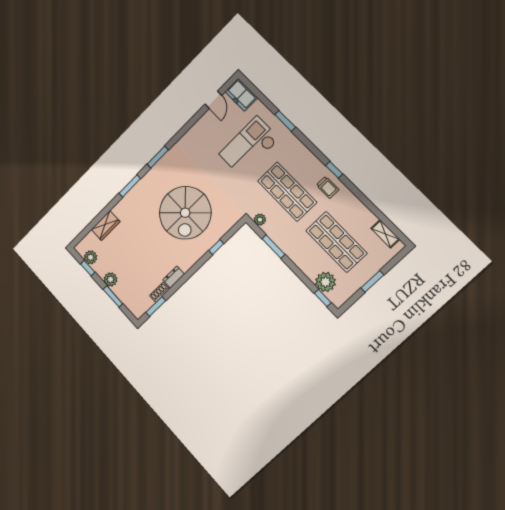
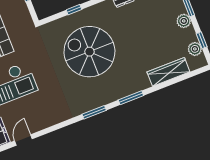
spiral stairs: (185, 213) -> (89, 52), turned -90
plant: (260, 220) -> (26, 17), removed
wardrobe: (106, 225) -> (168, 72), width x1.50

